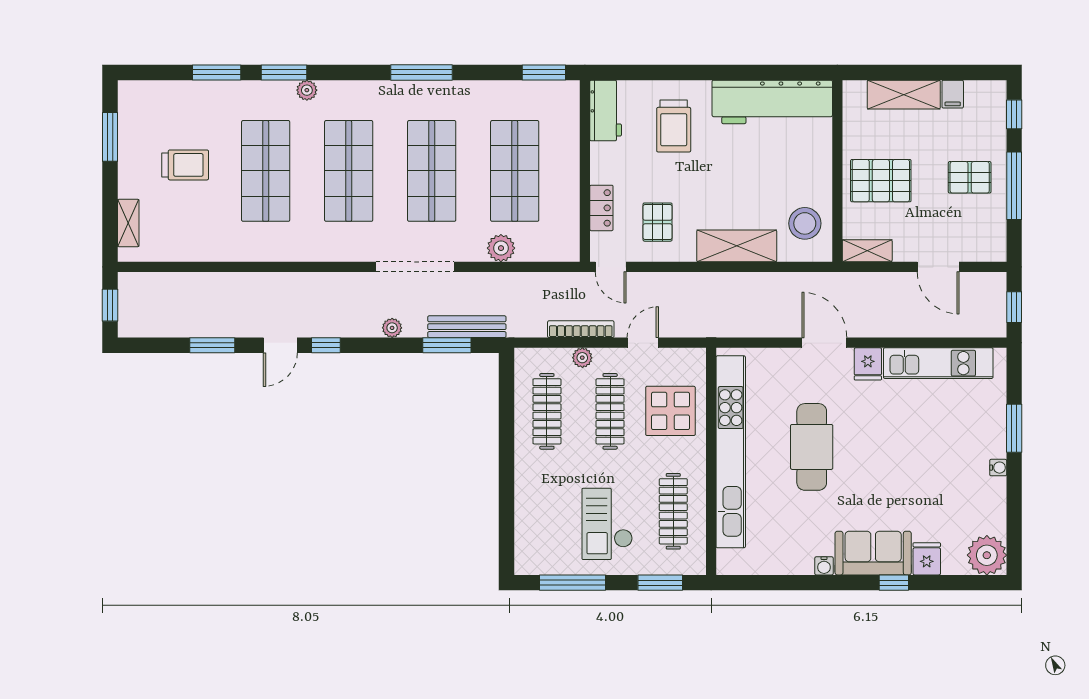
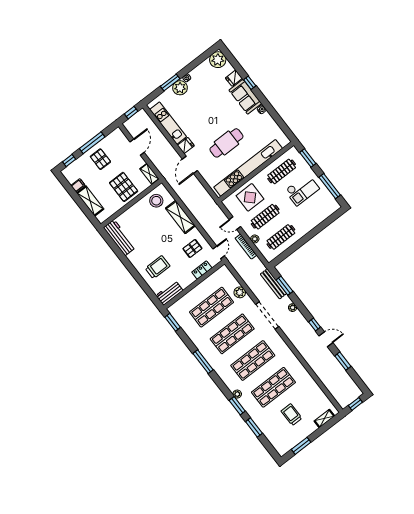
workbench: (772, 102) -> (120, 238), width x0.73, depth x0.76
plant: (989, 439) -> (180, 88), added

